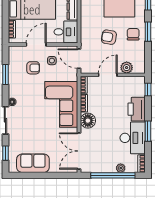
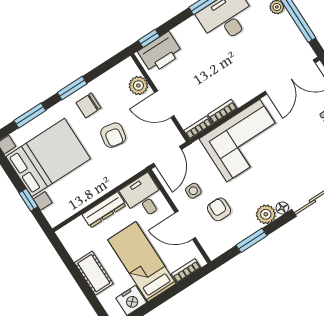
plant: (14, 91) -> (266, 214), added
printer: (137, 109) -> (160, 53), moved
floor lamp: (88, 121) -> (242, 91), removed

